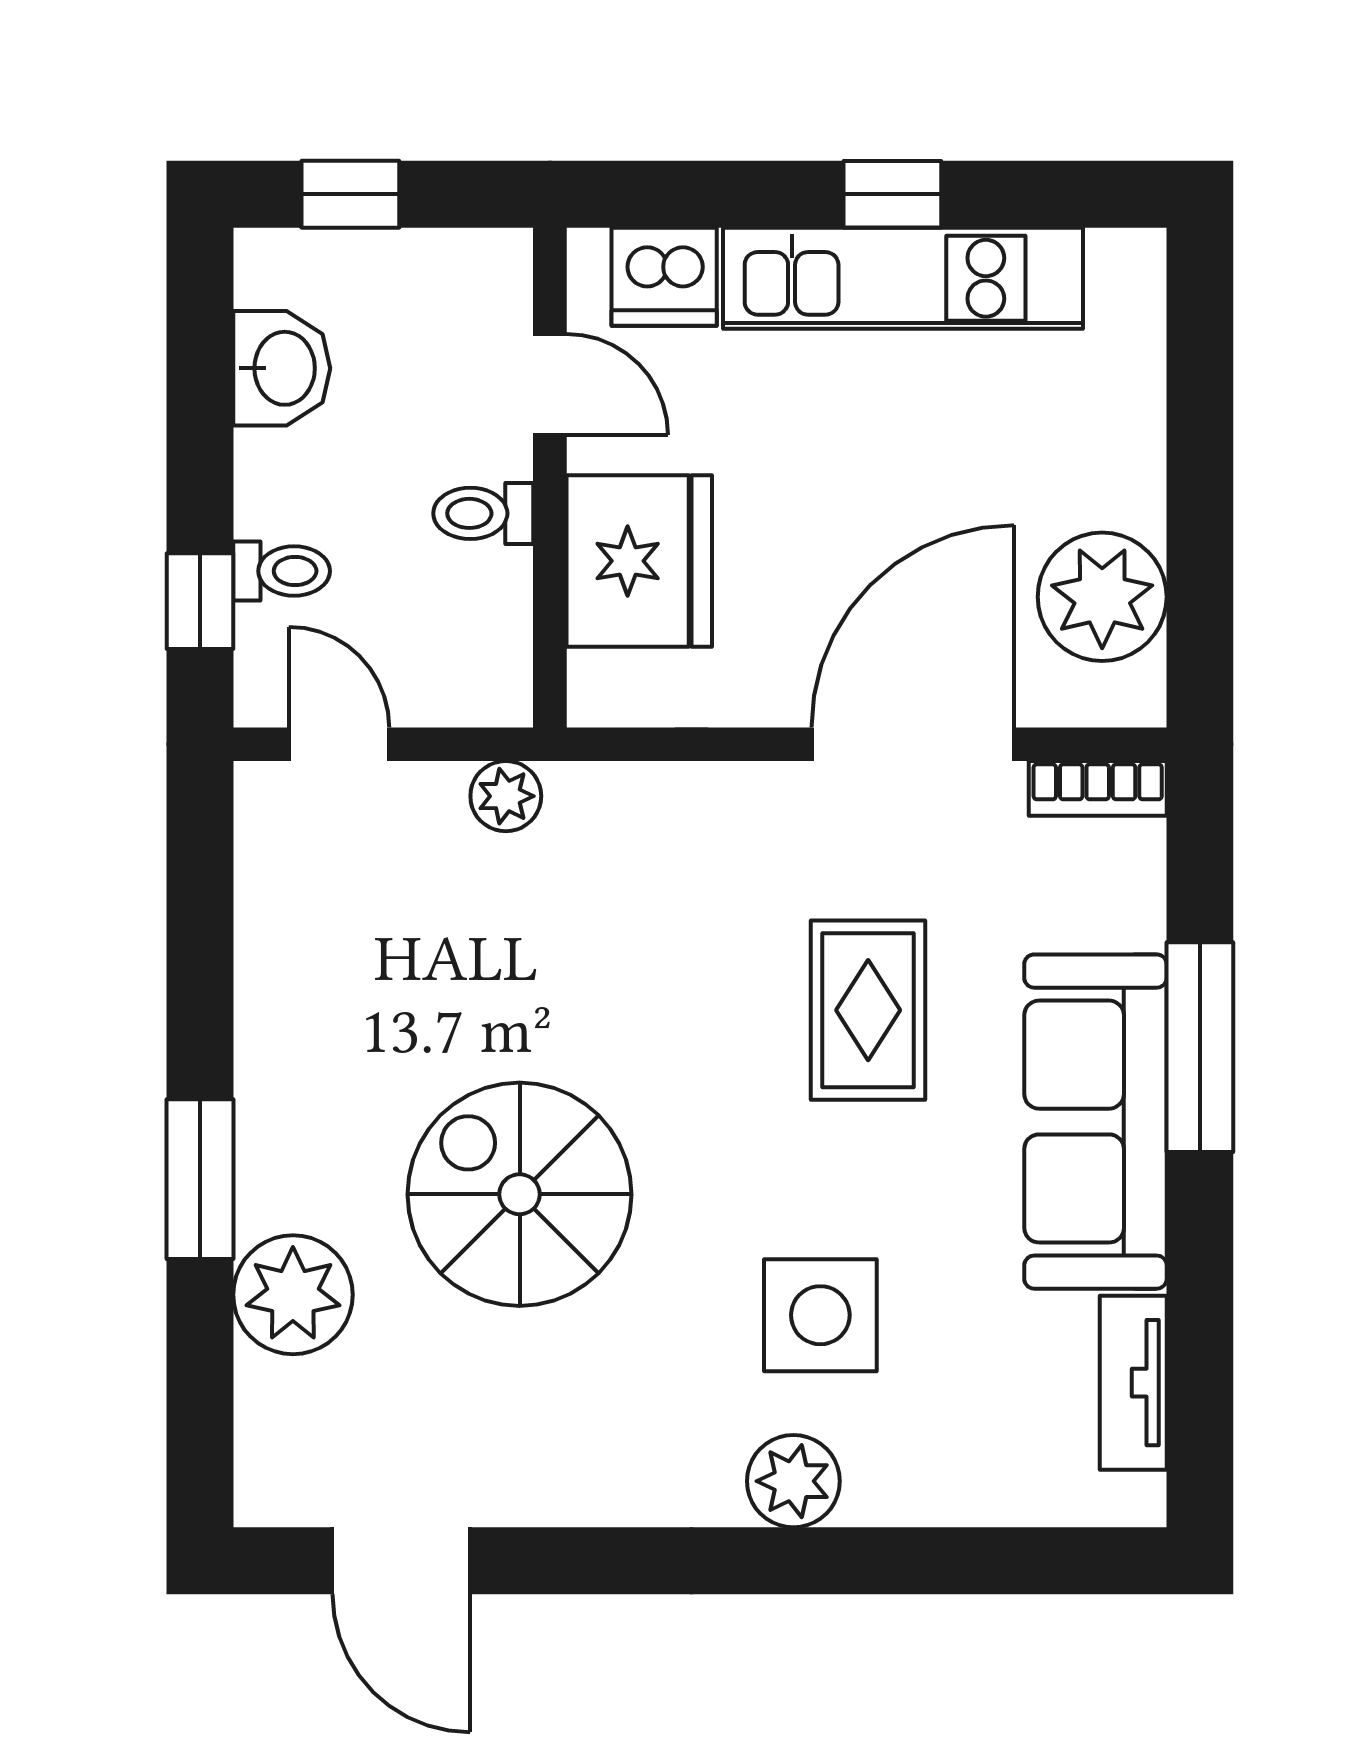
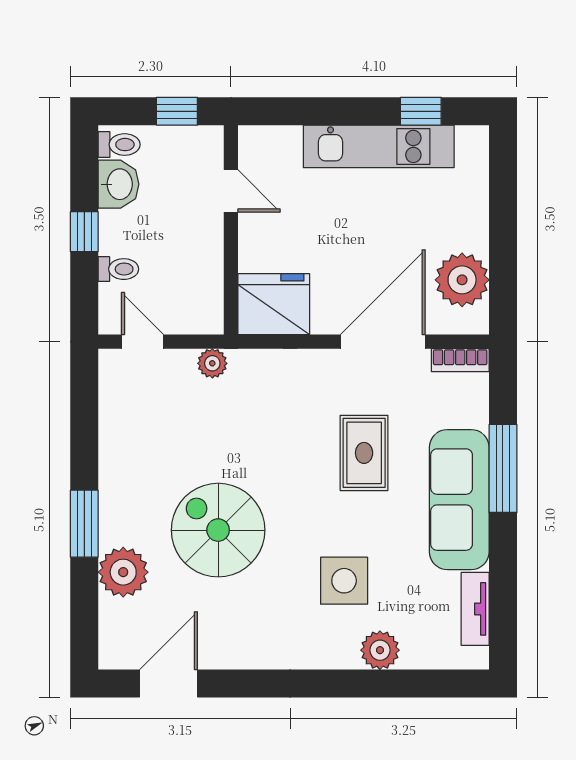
window: (350, 194) -> (177, 111), moved
window: (892, 194) -> (421, 111), moved
dishwasher: (664, 277) -> (279, 146), removed
toilet: (483, 513) -> (119, 145), moved, turned 180
fridge: (639, 561) -> (274, 304), moved, turned -90
window: (200, 601) -> (84, 232), moved
plant: (793, 1481) -> (380, 650), moved
door: (401, 1561) -> (169, 684), swing flipped

